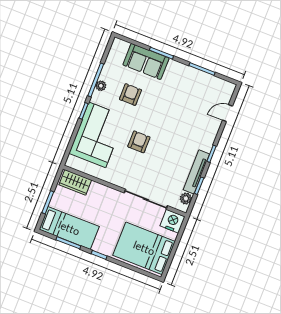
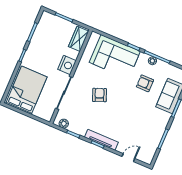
armchair: (130, 95) -> (145, 83), turned 180
door: (227, 113) -> (128, 158), hinge flipped
armchair: (139, 142) -> (99, 95), moved, turned -112
tv unit: (196, 172) -> (101, 140), moved
nightstand: (173, 221) -> (67, 65), moved
bed: (69, 228) -> (44, 33), removed

